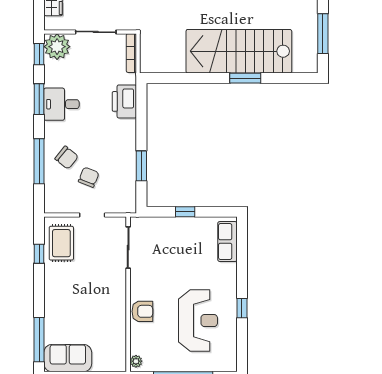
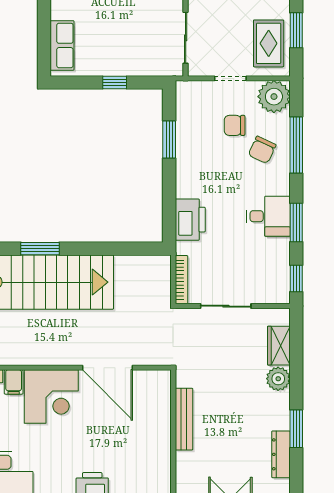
plant: (57, 47) -> (274, 97), moved
chair: (67, 158) -> (262, 150), turned -104
chair: (89, 177) -> (235, 125), turned 68
window: (39, 254) -> (296, 30), width x1.50

